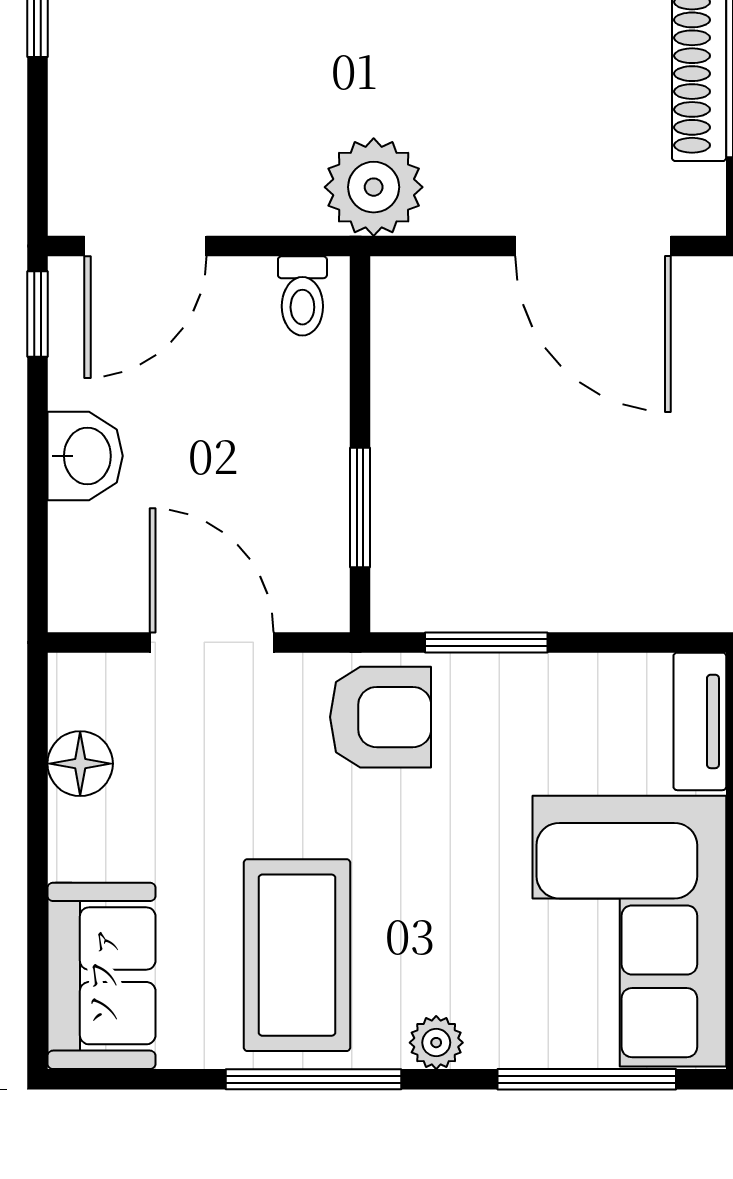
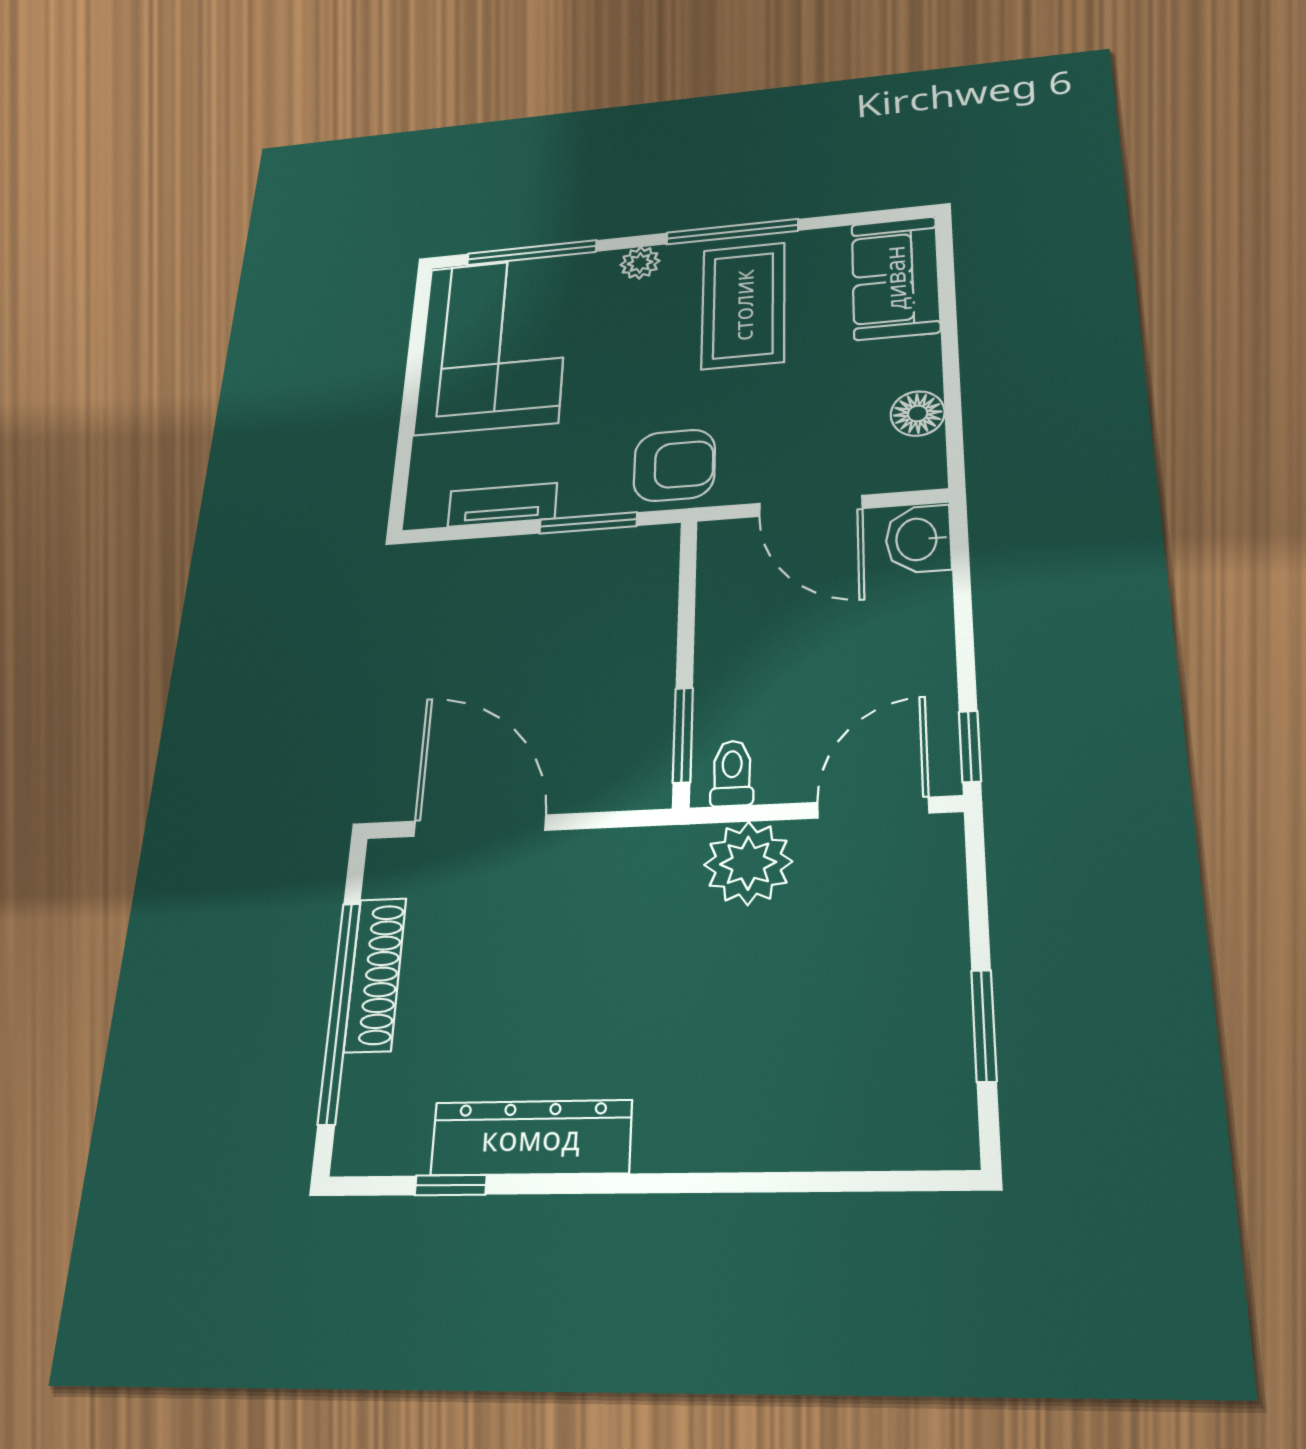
plant: (374, 187) -> (748, 863), moved
washbasin: (85, 456) -> (918, 539), moved
window: (360, 508) -> (683, 735), moved
armchair: (381, 717) -> (674, 465), turned 180
tv unit: (700, 721) -> (502, 505), moved, turned -90

